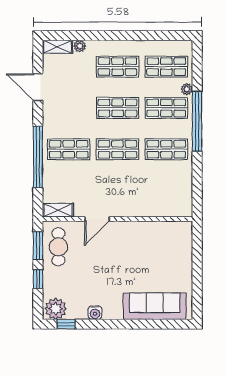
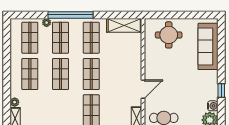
shelving: (183, 194) -> (124, 25), added
door: (97, 219) -> (143, 89), hinge flipped
round table: (170, 253) -> (169, 35), added
water cooler: (95, 313) -> (213, 106), moved
window: (66, 324) -> (221, 90), moved

